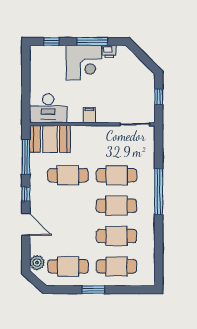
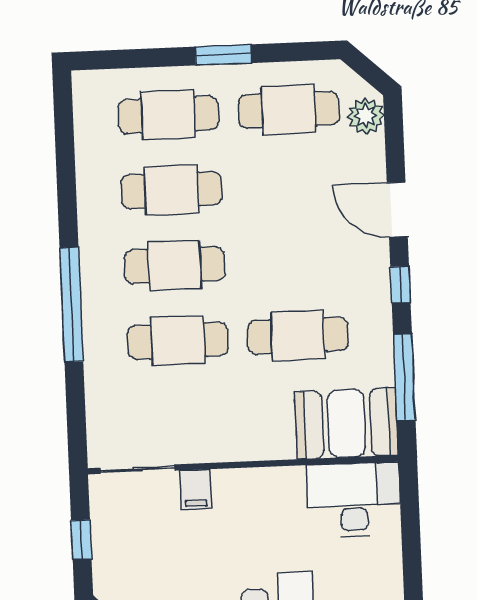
filing cabinet: (89, 115) -> (196, 490), moved

